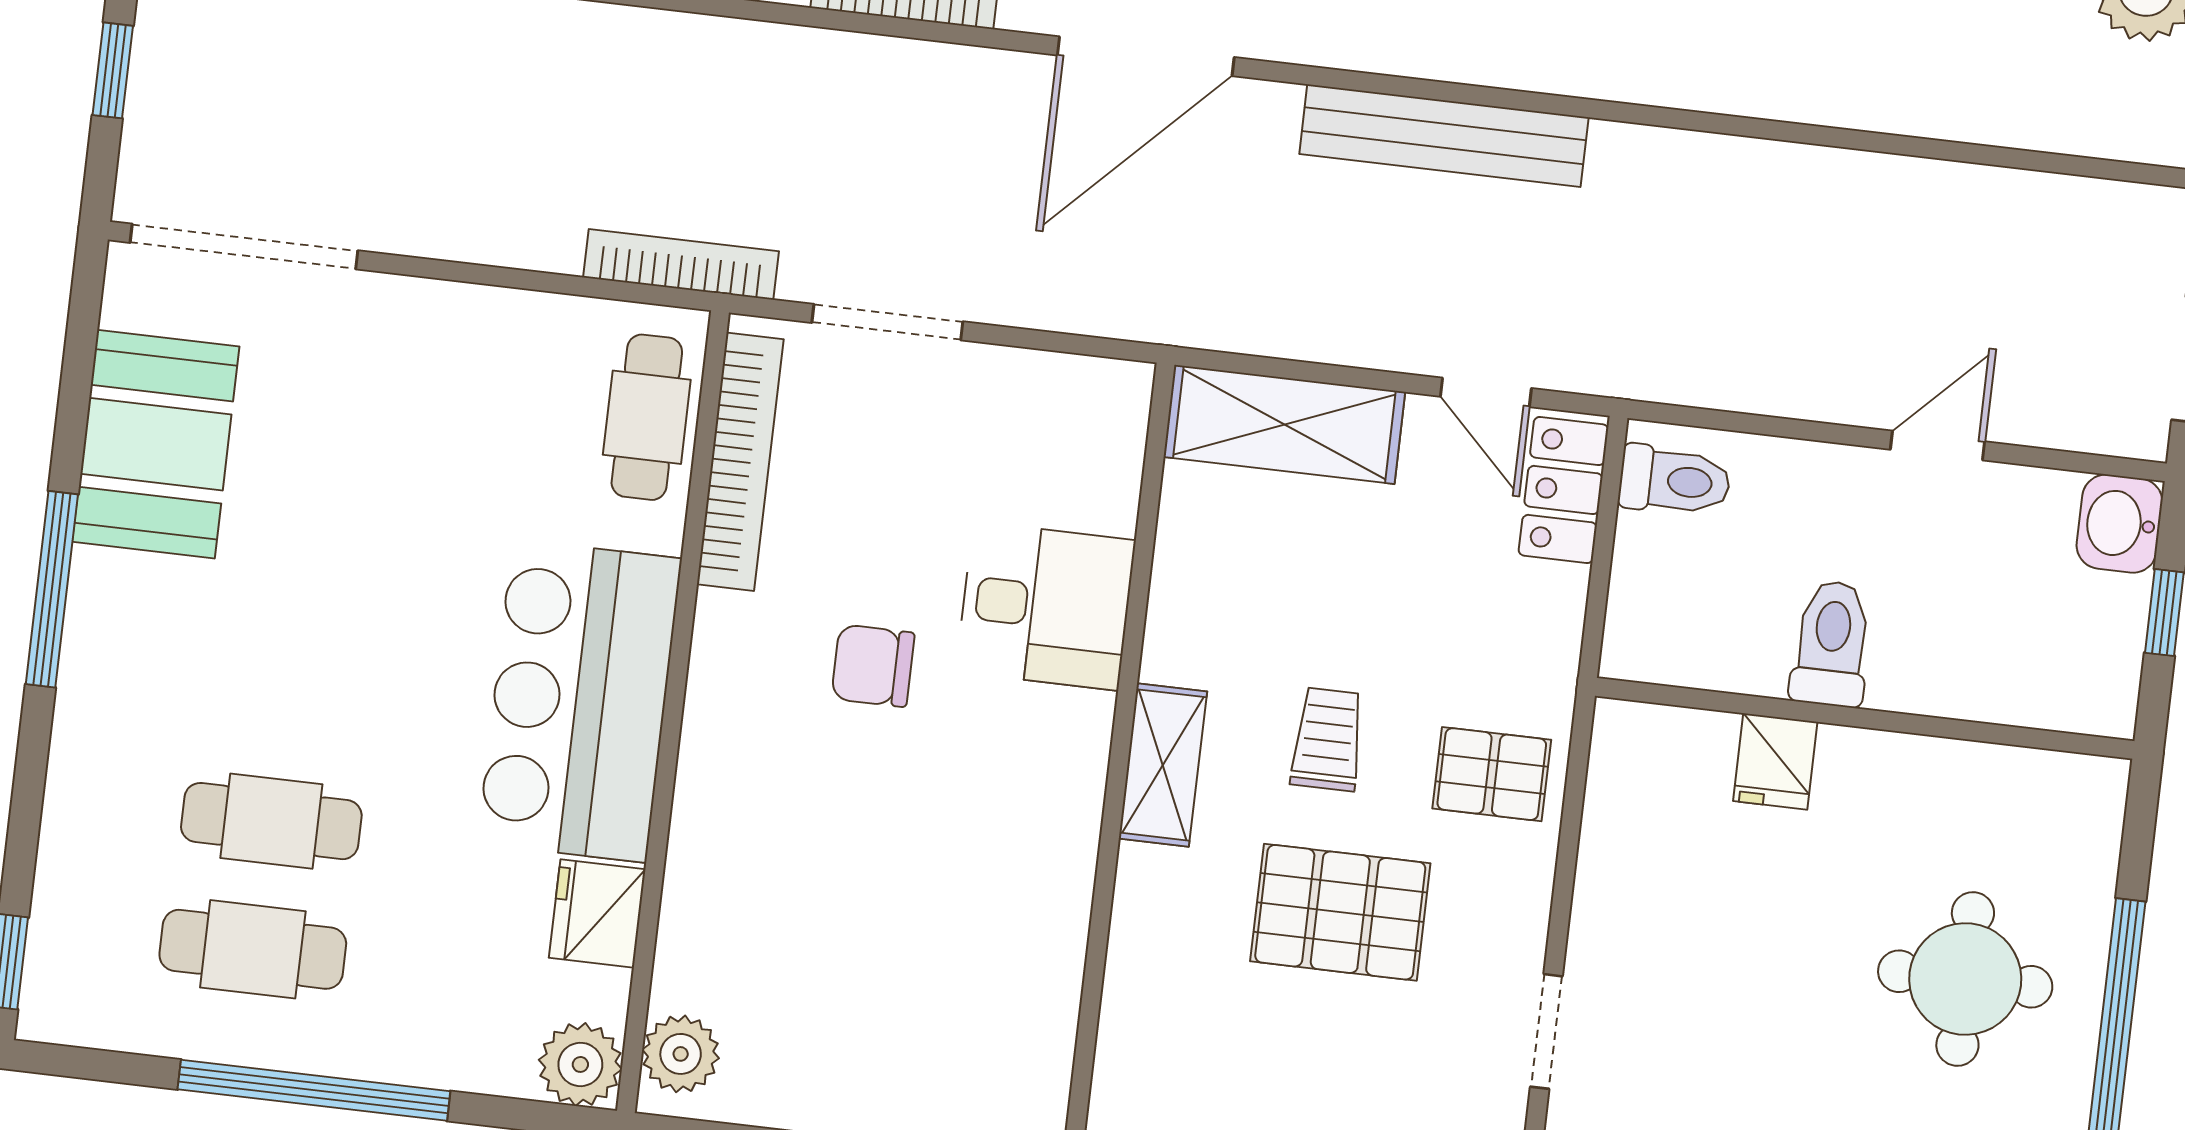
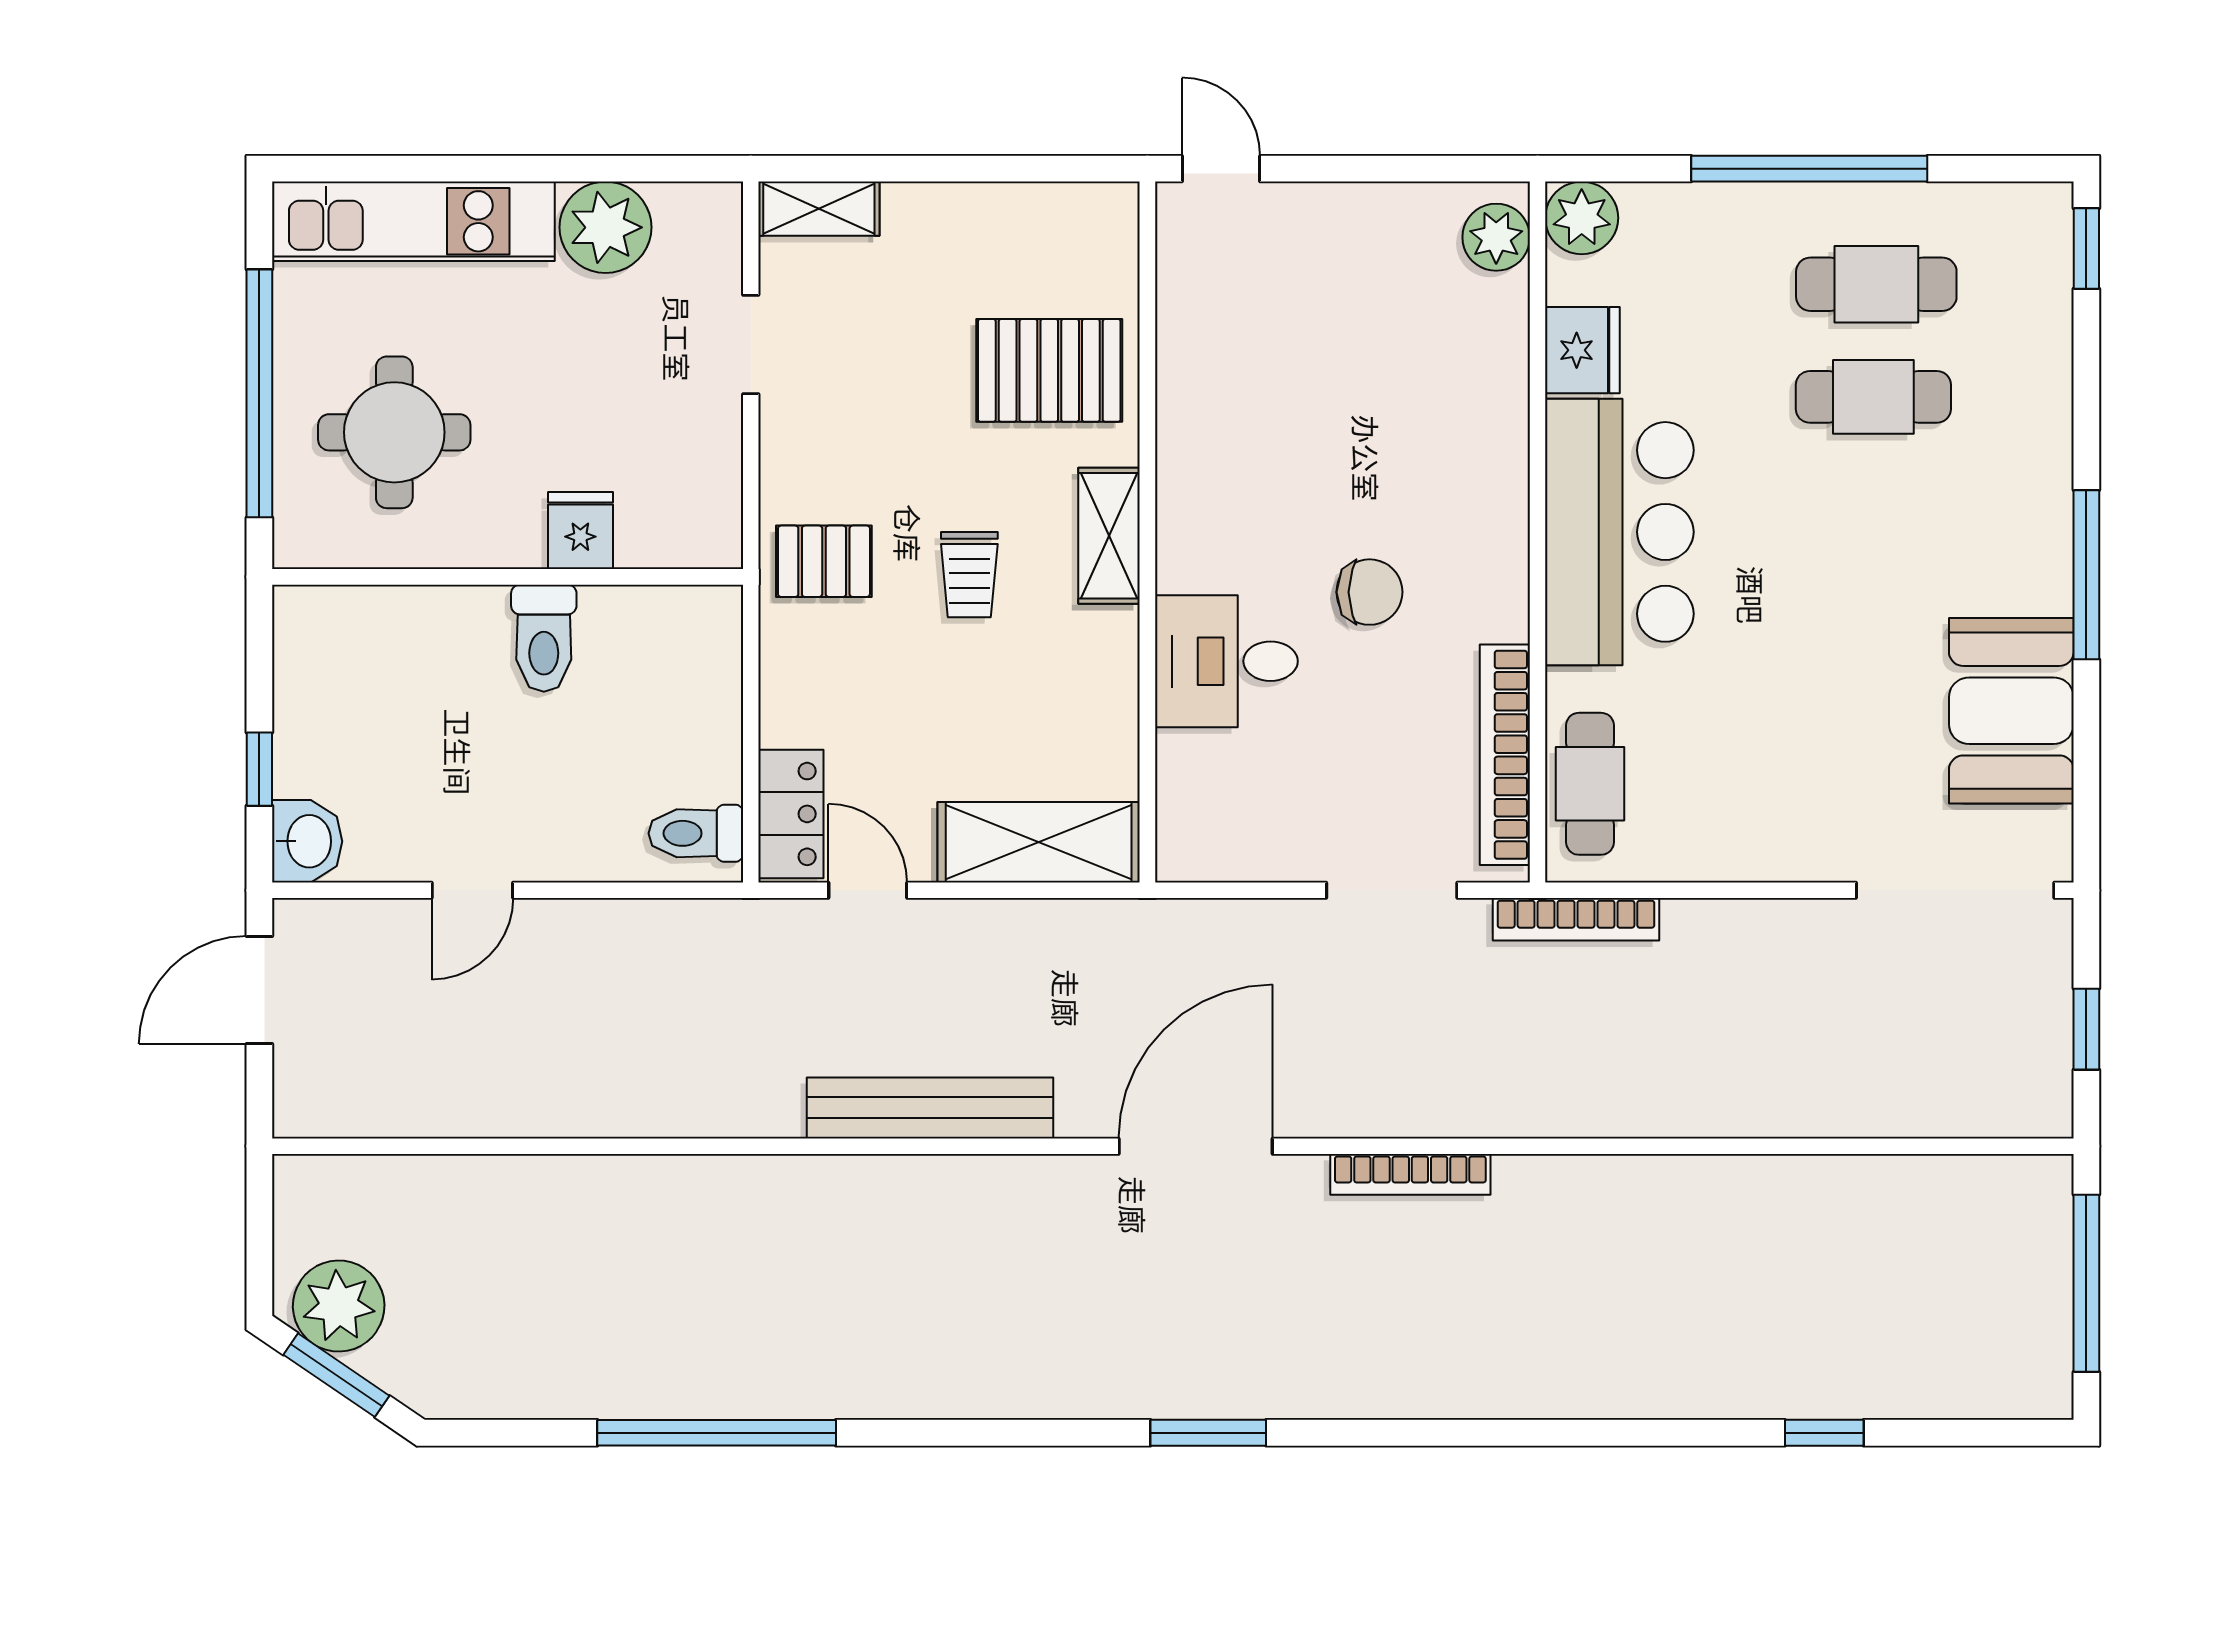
toilet: (1831, 644) -> (544, 638), moved
wall: (1865, 718) -> (508, 577), moved
fridge: (1775, 761) -> (580, 531), moved
pallet: (1340, 912) -> (1049, 370), moved

